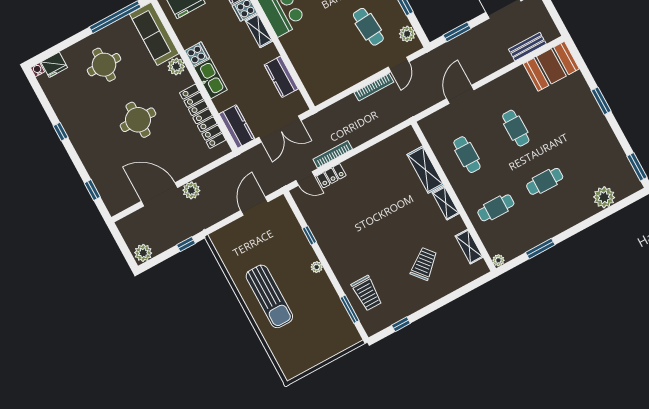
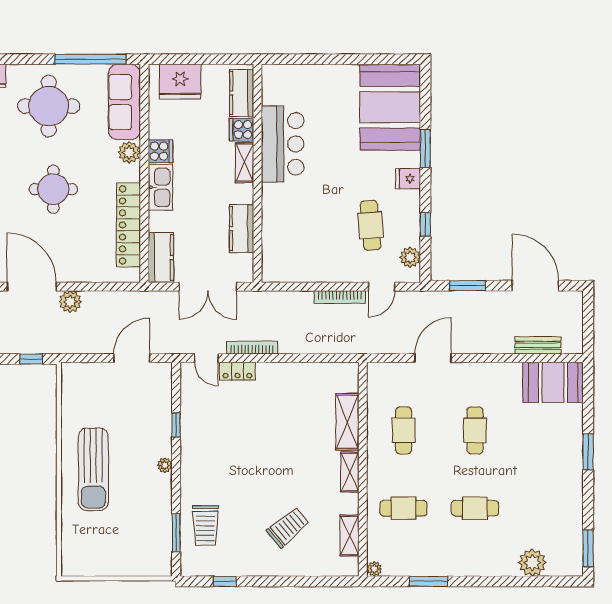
round table: (104, 65) -> (49, 106), width x1.36, depth x1.36

